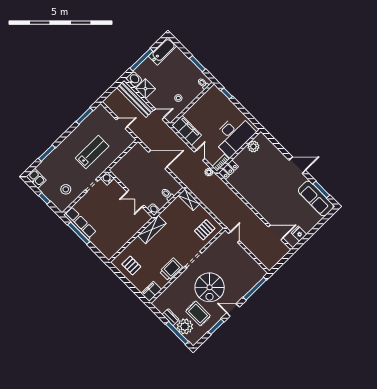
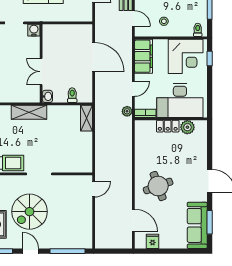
corner desk: (211, 106) -> (186, 56), added
locker: (229, 170) -> (168, 126), moved
round table: (270, 198) -> (158, 186), added
pallet: (205, 230) -> (74, 158), removed

